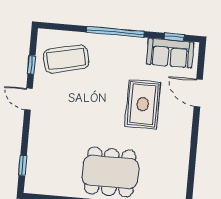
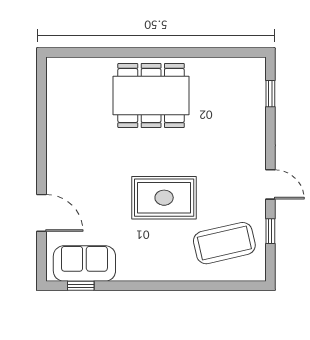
window: (115, 32) -> (161, 286), removed
rug: (143, 104) -> (164, 198), moved, turned 90

